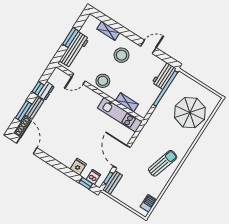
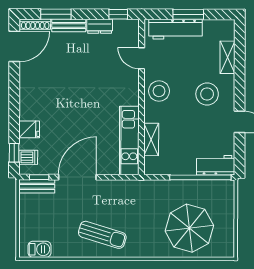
window: (38, 88) -> (118, 14), moved

